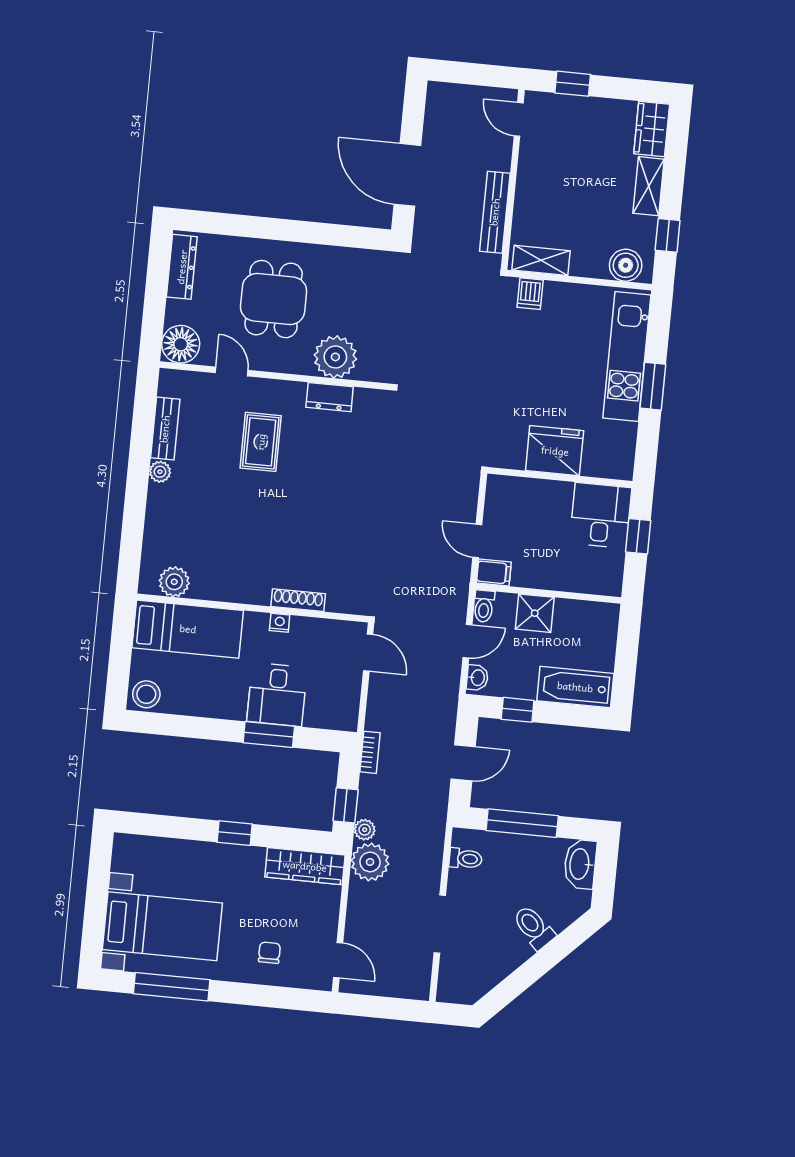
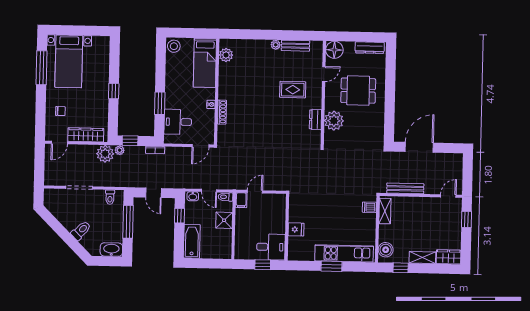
fridge: (555, 451) -> (296, 229), width x0.53, depth x0.75
desk: (277, 695) -> (178, 122), moved
wardrobe: (305, 866) -> (86, 135), moved, turned 90

